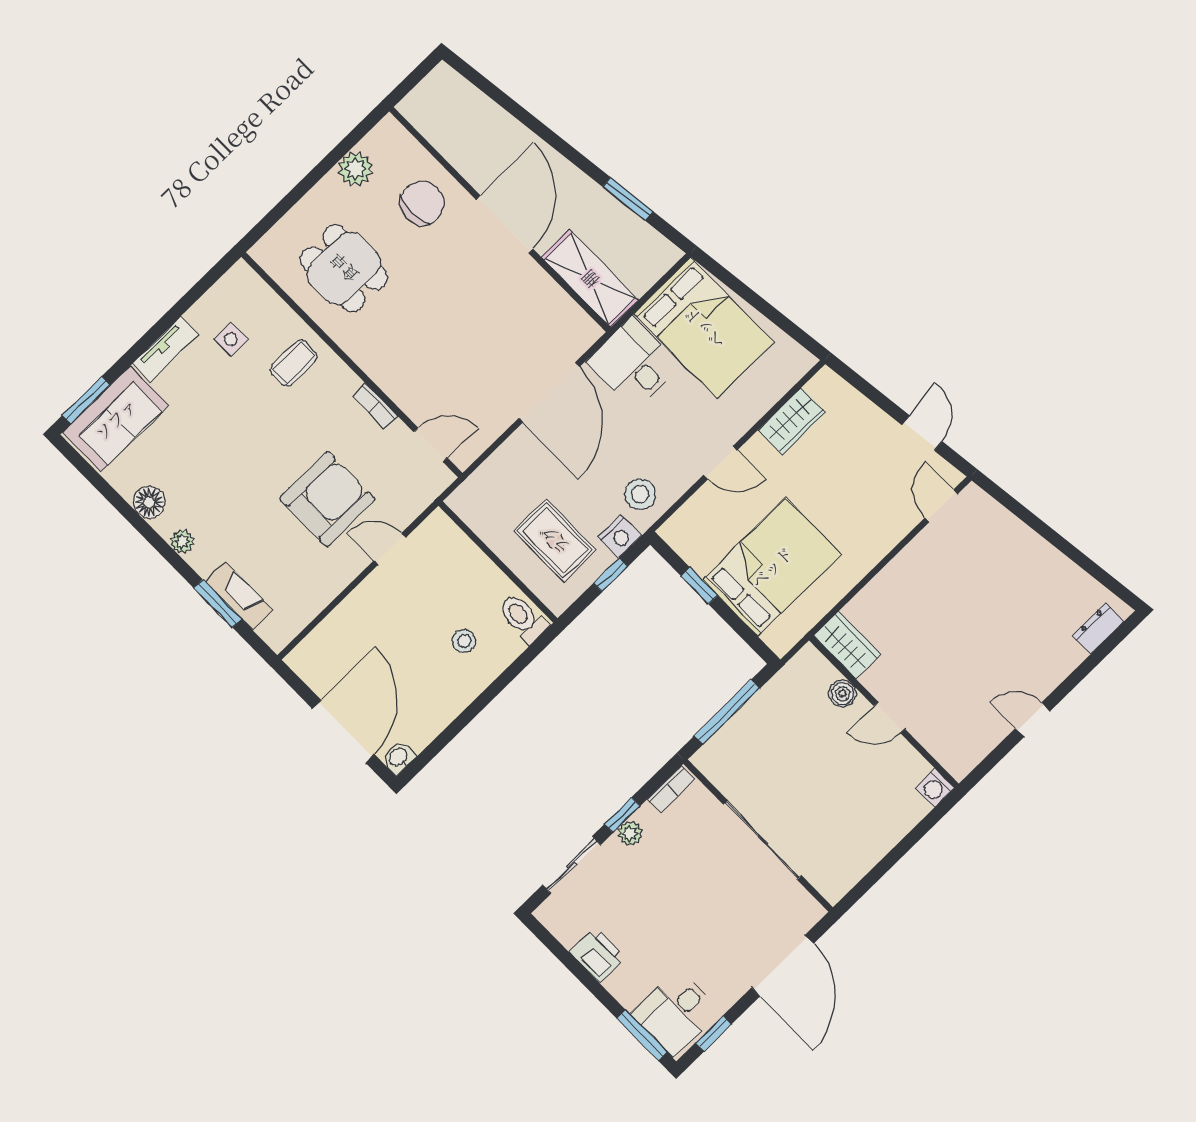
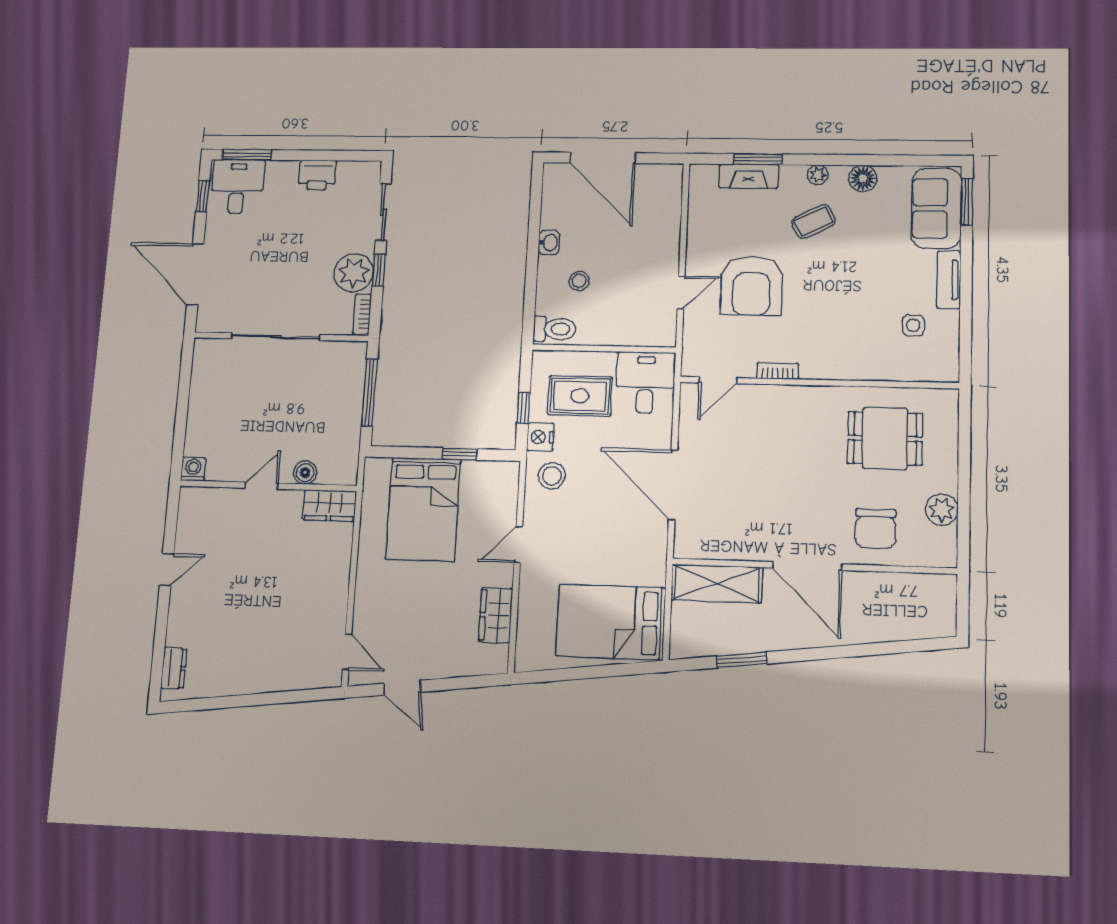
coffee table: (294, 363) -> (814, 222), moved, turned 63
desk: (633, 364) -> (645, 383), moved, turned -90
washbasin: (399, 758) -> (549, 242), moved
plant: (630, 833) -> (354, 273), width x1.88, depth x1.88

